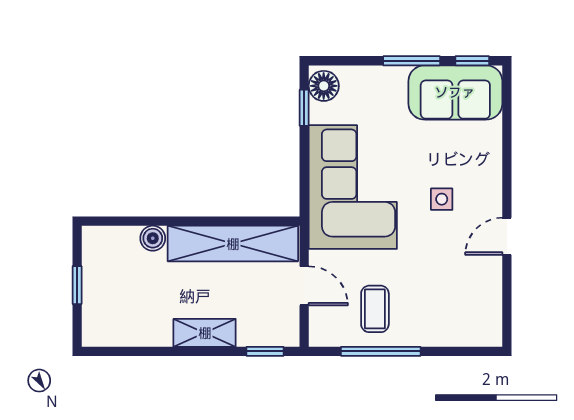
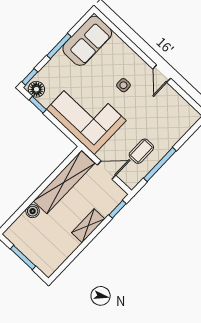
window: (472, 61) -> (30, 77), moved
window: (77, 285) -> (23, 258), width x1.50
coffee table: (375, 309) -> (141, 151), turned 90

